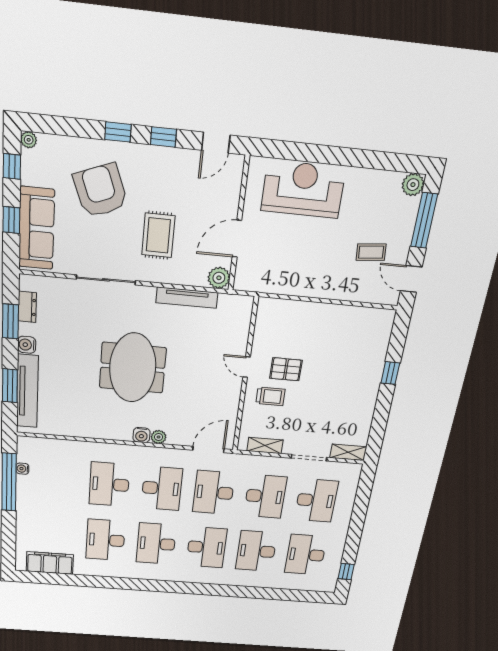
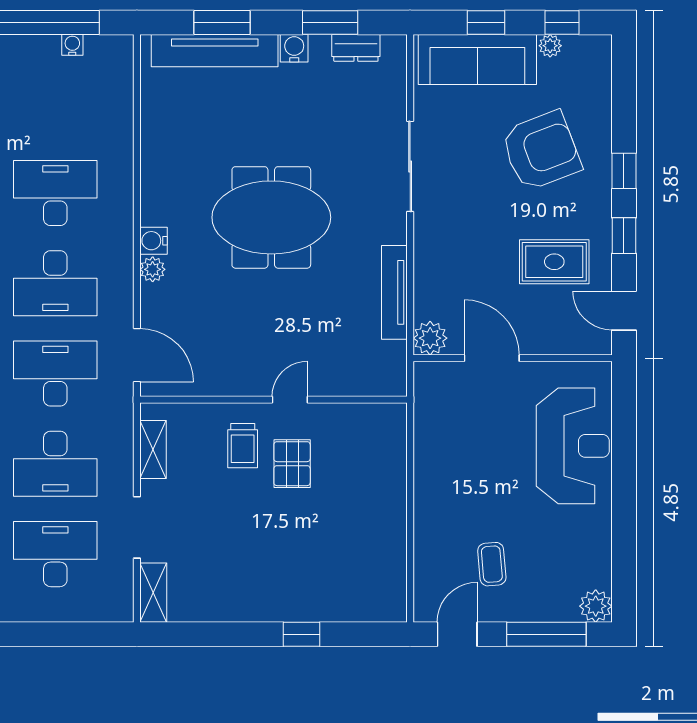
plant: (29, 140) -> (550, 46), moved
rug: (158, 235) -> (554, 262), moved
desk: (316, 500) -> (55, 554), turned 180

